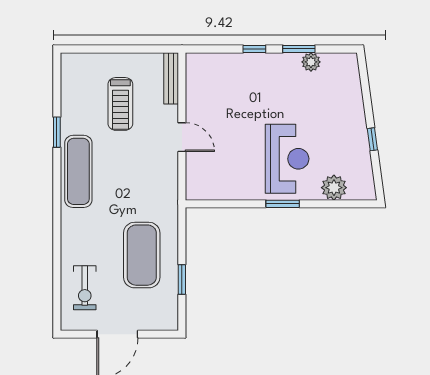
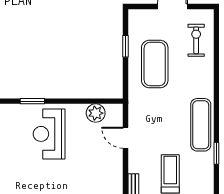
door: (182, 137) -> (126, 138), moved
plant: (334, 188) -> (96, 113), moved
window: (283, 204) -> (32, 101), moved

